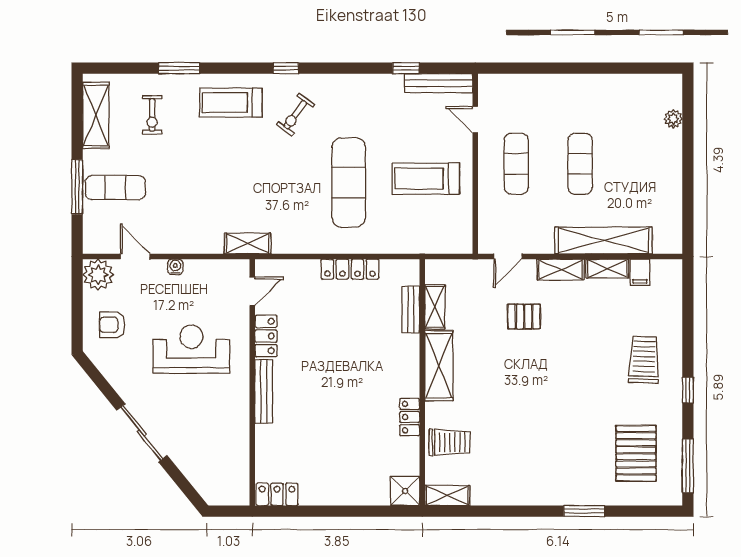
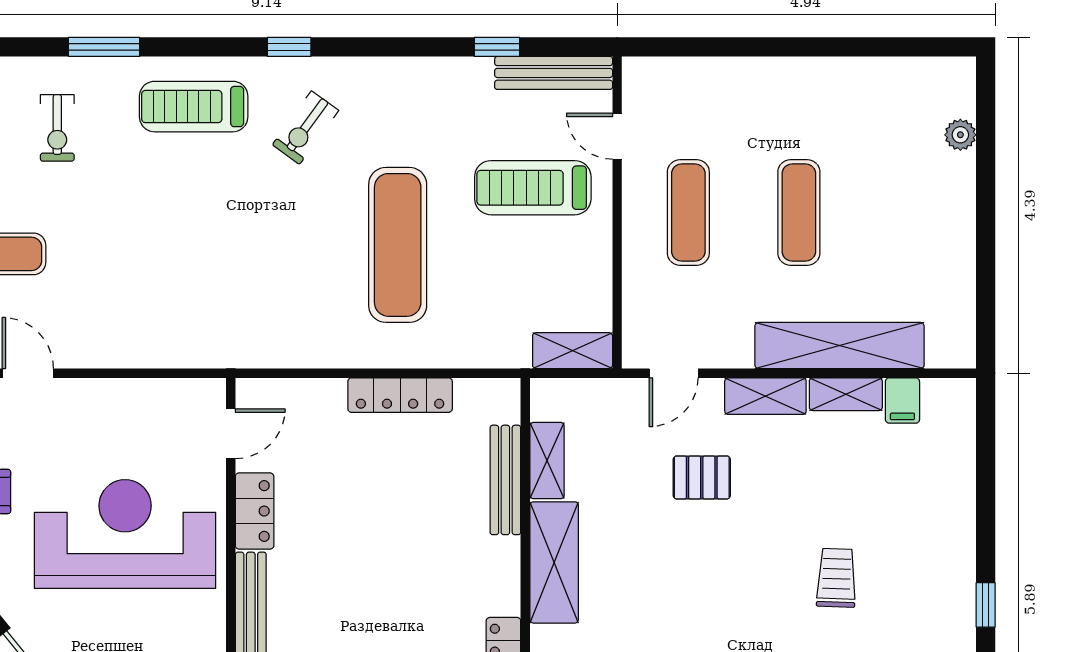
treadmill: (426, 179) -> (533, 188), moved
shelving: (248, 243) -> (573, 351), moved
water cooler: (175, 267) -> (97, 391), removed
bench: (411, 310) -> (505, 480), width x1.36
reception desk: (191, 349) -> (125, 534), width x1.36, depth x1.30
trolley: (644, 360) -> (836, 578), moved, width x0.73, depth x0.72

